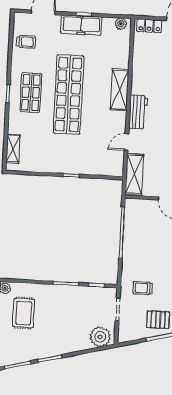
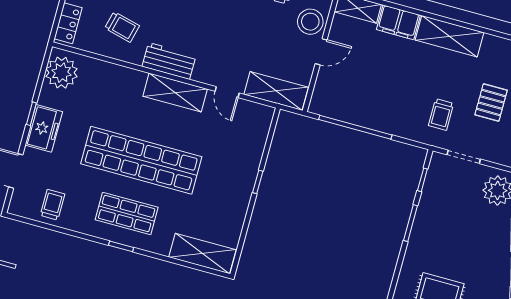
plant: (121, 24) -> (62, 73), width x1.88, depth x1.88
freezer: (81, 25) -> (44, 128), width x0.71
trolley: (155, 62) -> (122, 27), added
shelving: (120, 90) -> (175, 93), moved
workbench: (138, 112) -> (169, 61), moved
shelving: (13, 149) -> (202, 253), width x1.50, depth x1.33

